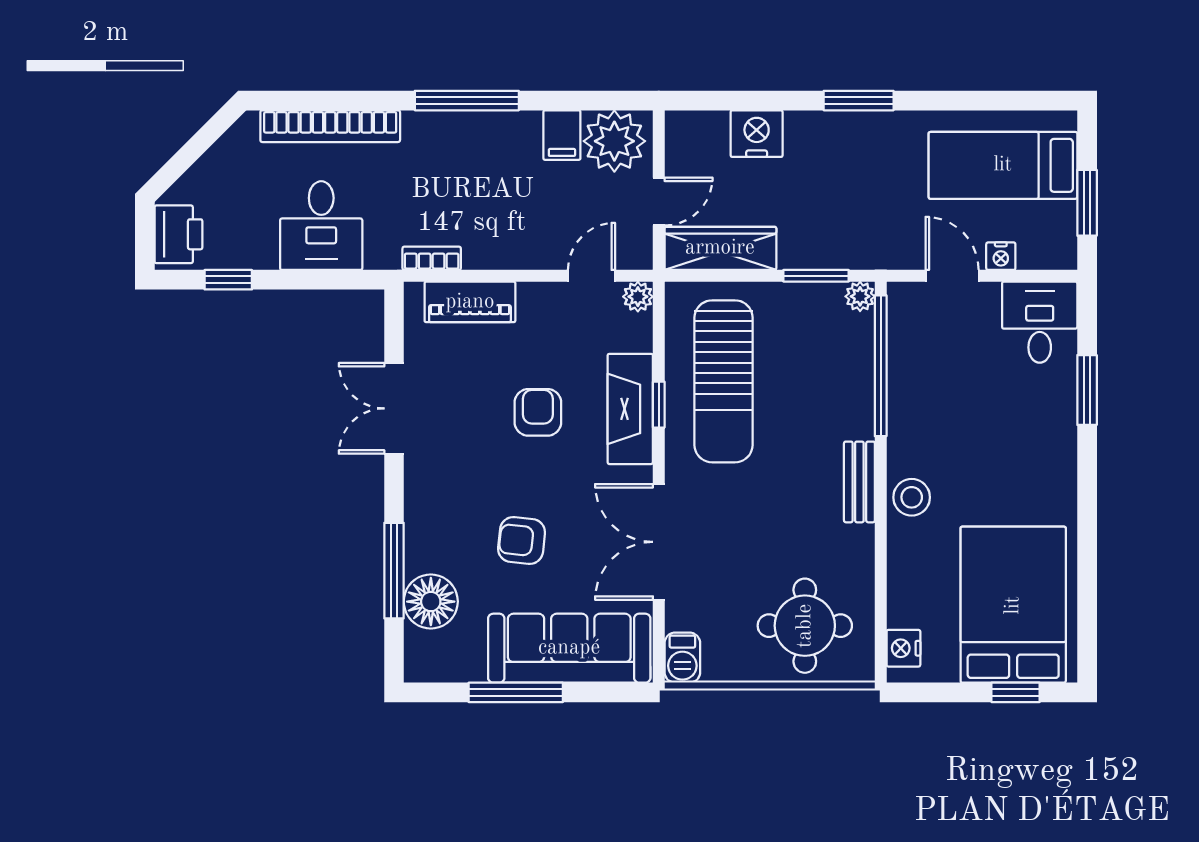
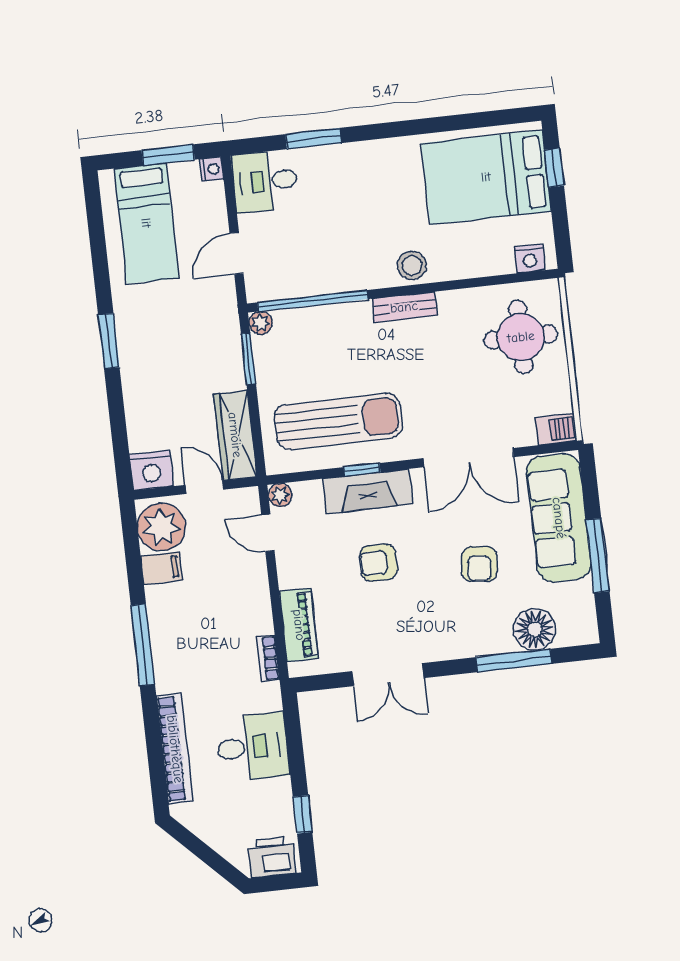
nightstand: (757, 134) -> (151, 470), moved, turned -90
nightstand: (1001, 256) -> (212, 169), moved

